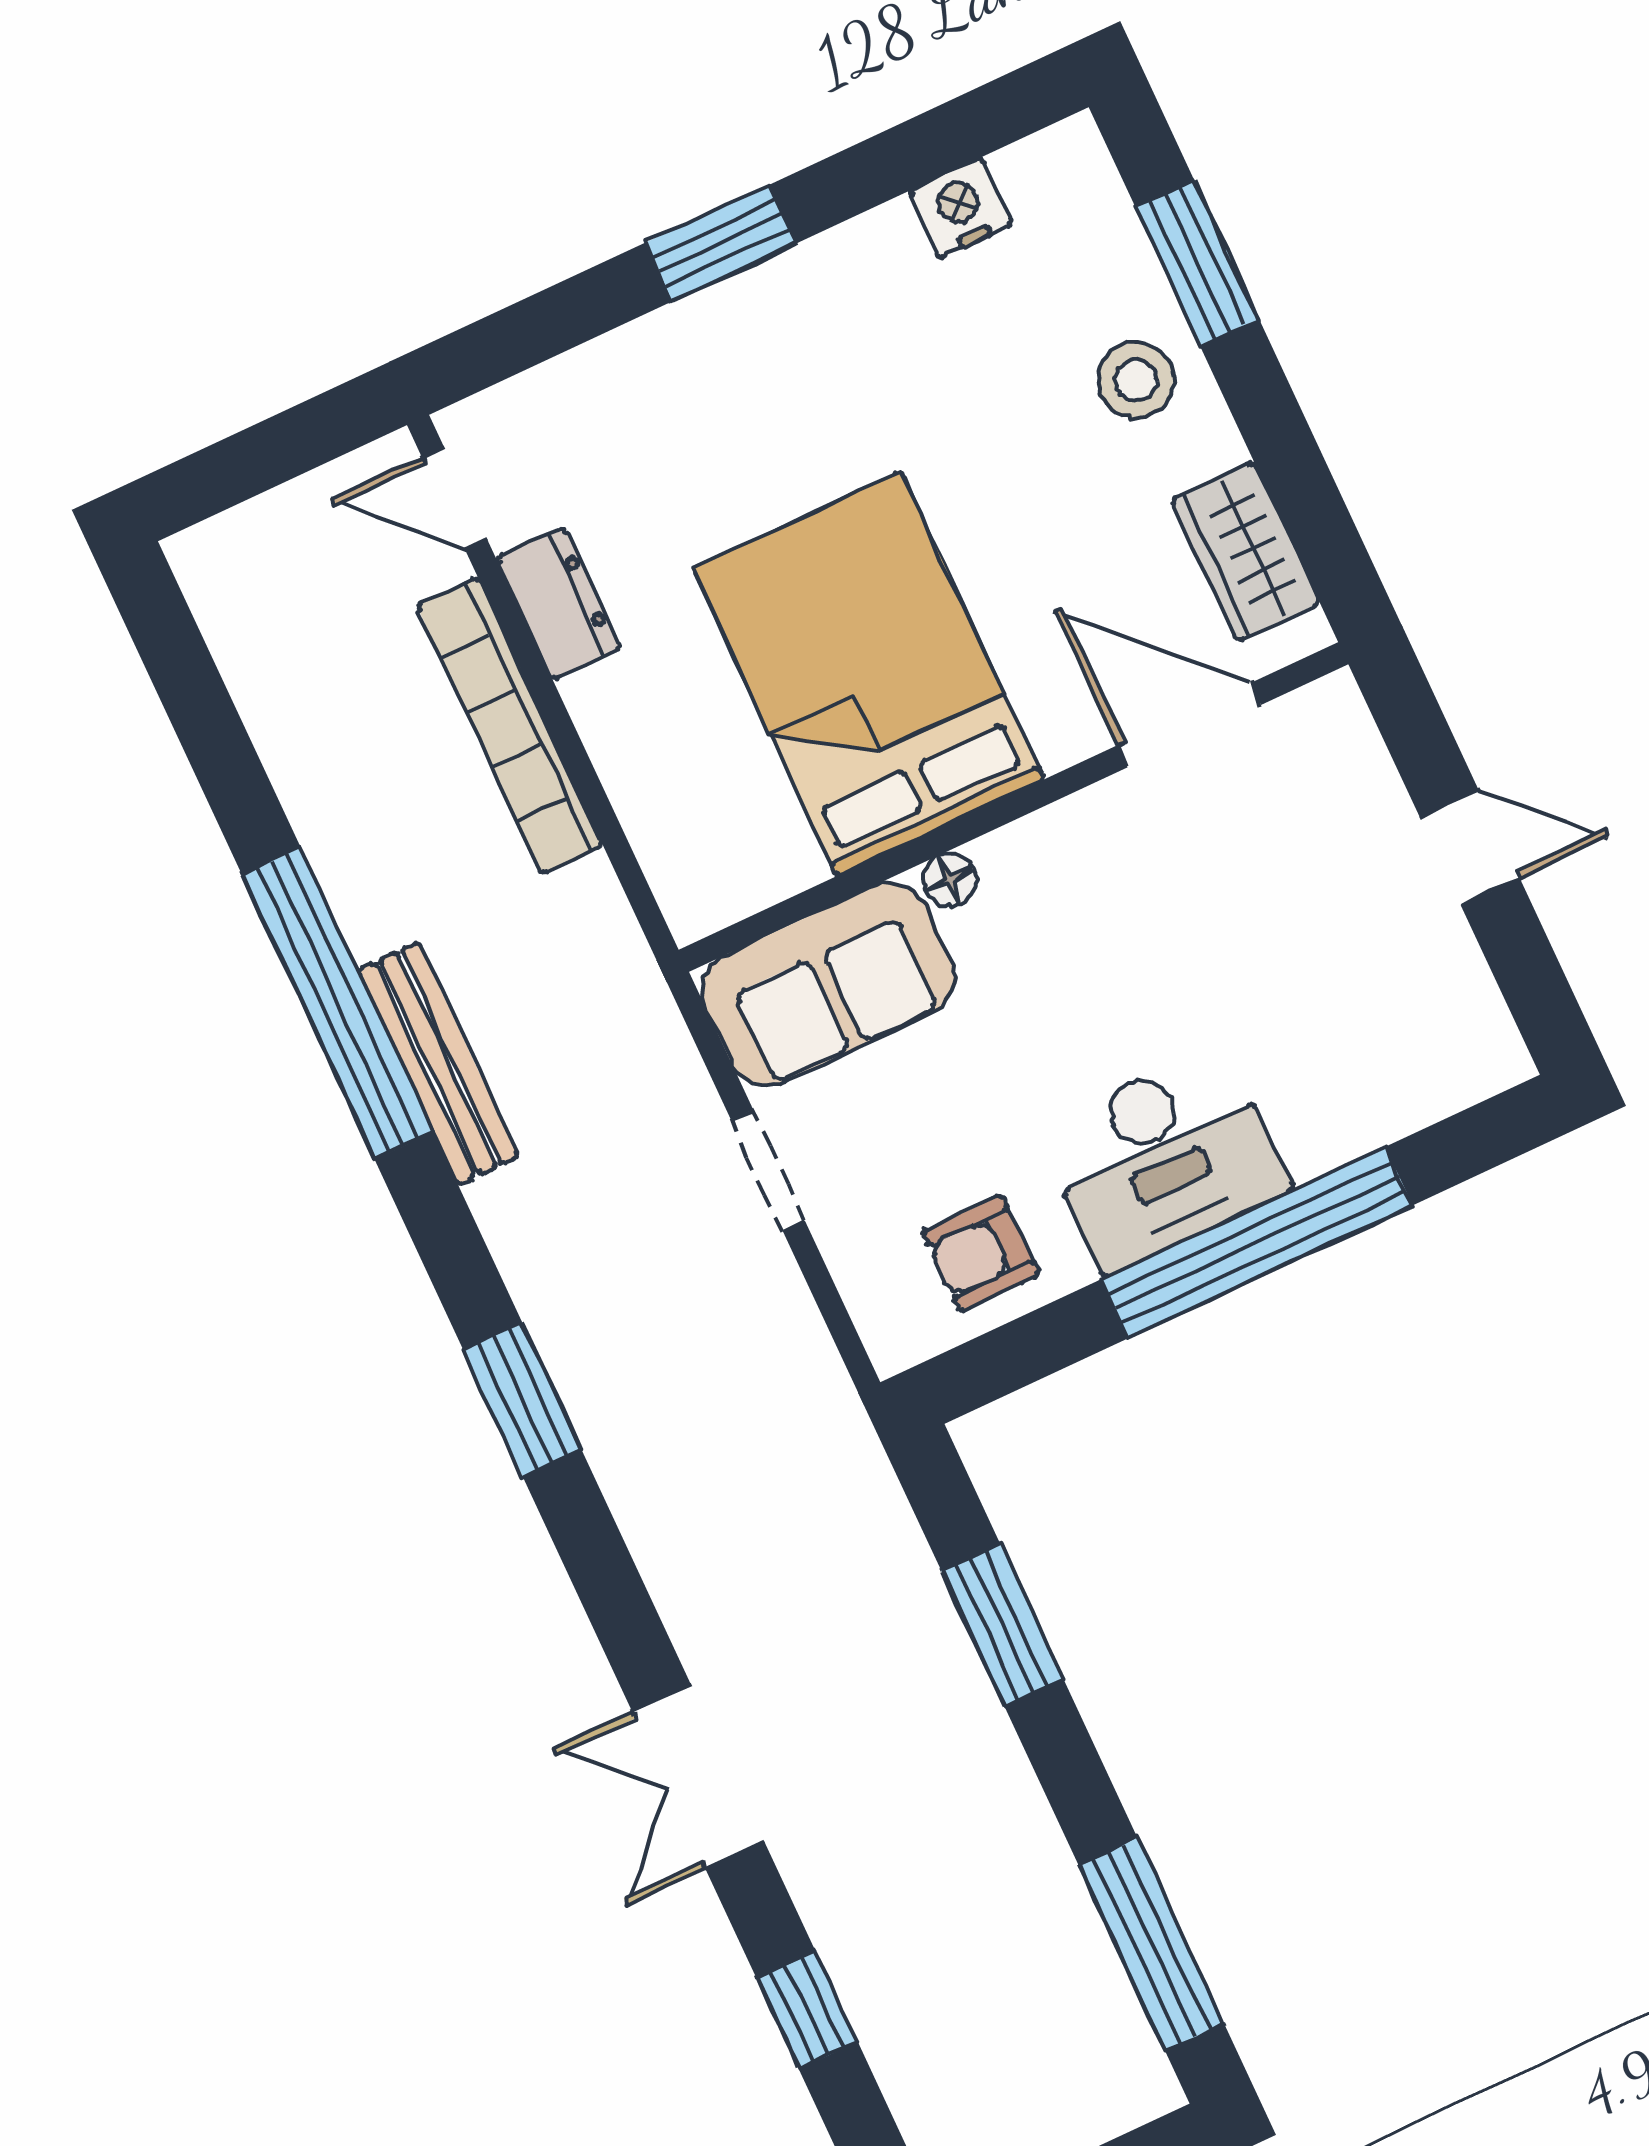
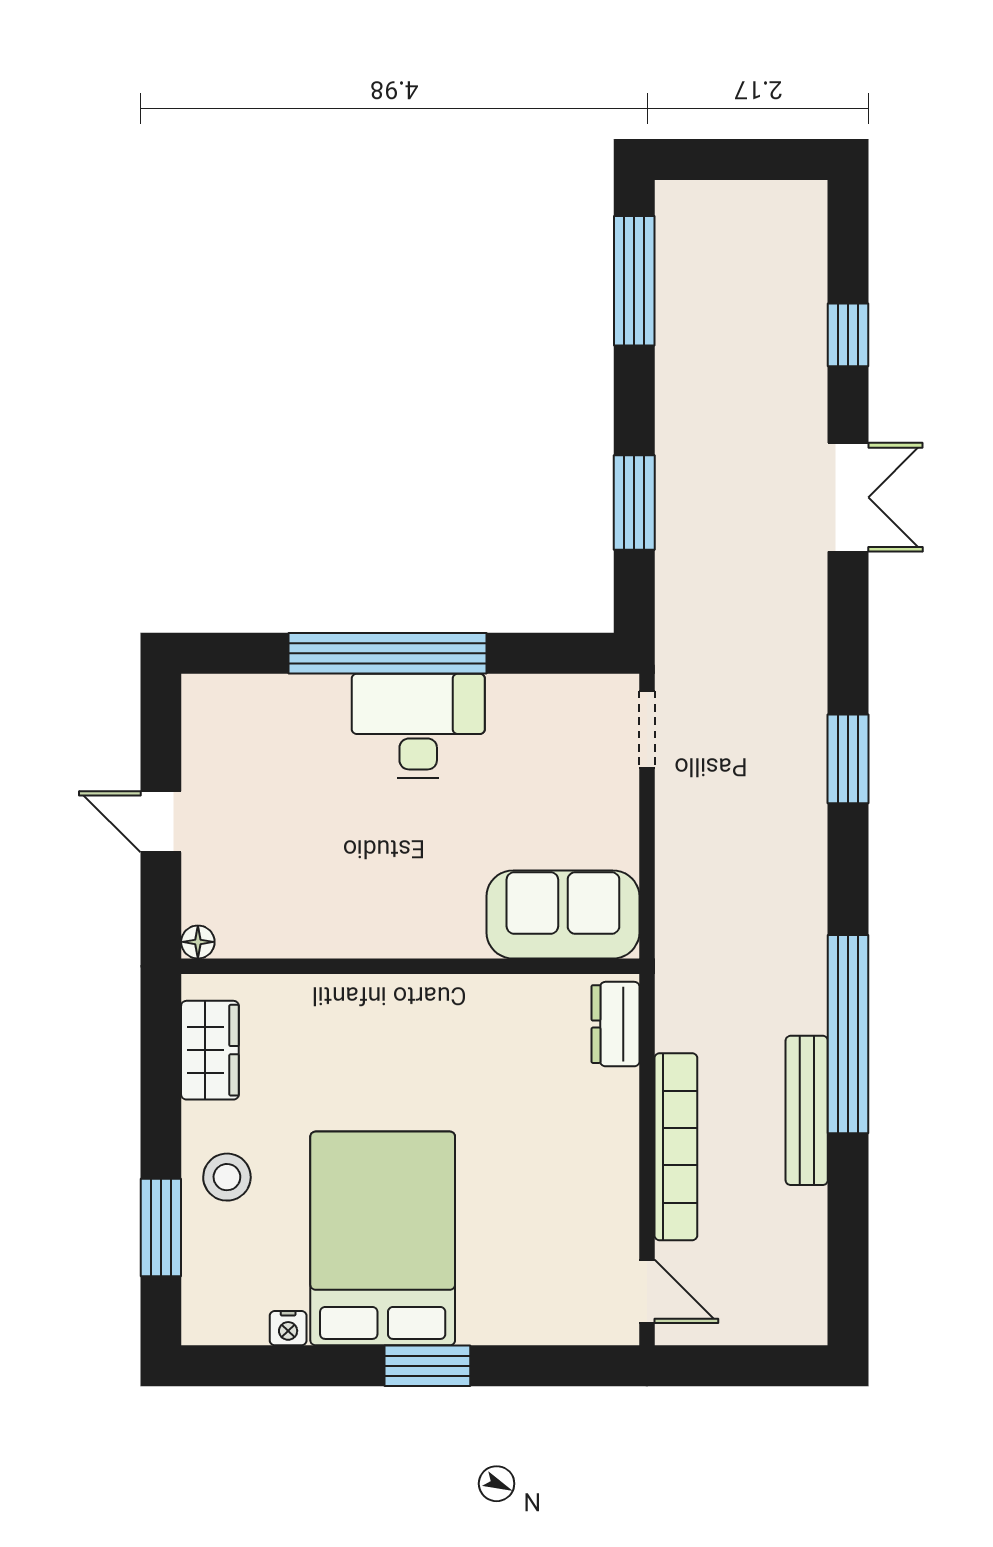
nightstand: (961, 208) -> (288, 1328), width x0.72, depth x0.74
dresser: (559, 604) -> (616, 1024), moved
bed: (868, 674) -> (383, 1238), moved, turned 180
door: (1189, 725) -> (288, 966), removed
floor lamp: (950, 879) -> (198, 942), moved
bench: (438, 1063) -> (807, 1110), moved
doorway: (768, 1170) -> (647, 729), moved
armchair: (981, 1253) -> (548, 721), removed

